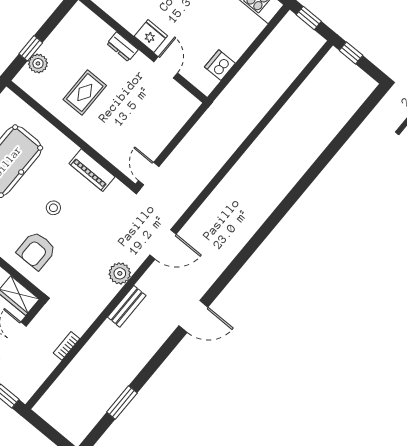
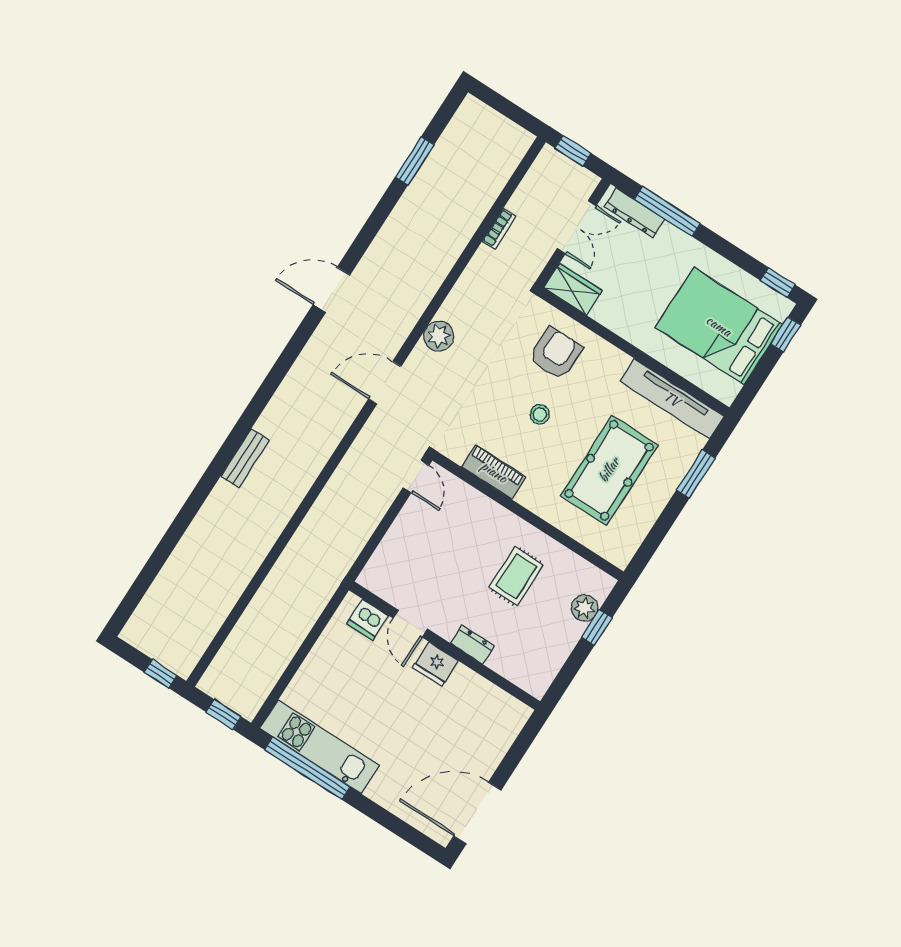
dishwasher: (220, 65) -> (368, 620), moved, turned 90
bench: (127, 306) -> (245, 458), moved

